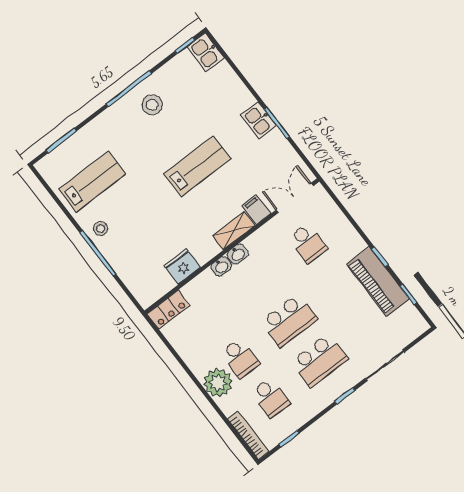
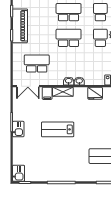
stool: (152, 105) -> (57, 169), removed
school desk: (308, 243) -> (37, 63), width x1.85

